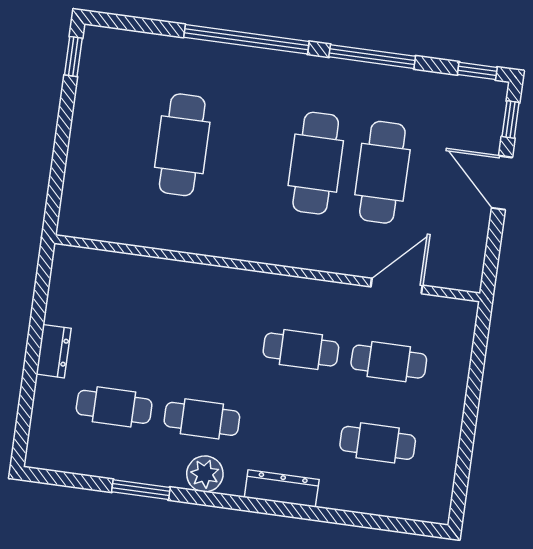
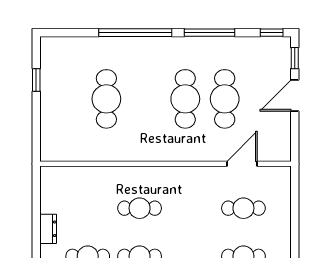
window: (73, 57) -> (36, 80), moved
door: (502, 183) -> (295, 95), hinge flipped
cafe table: (301, 350) -> (140, 208), moved

